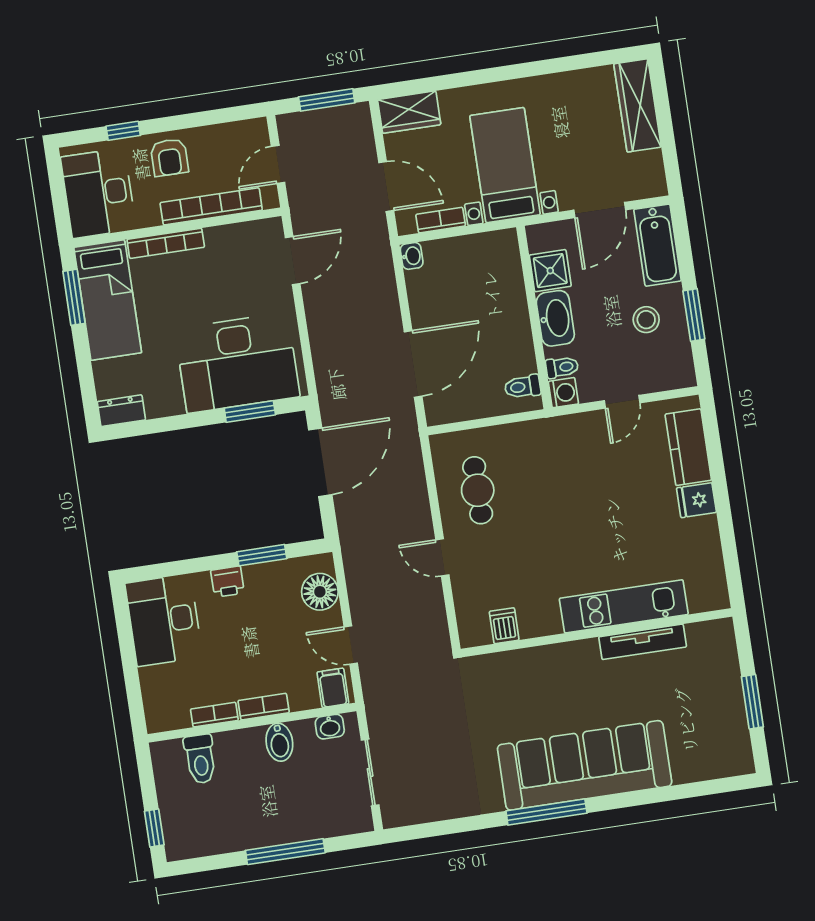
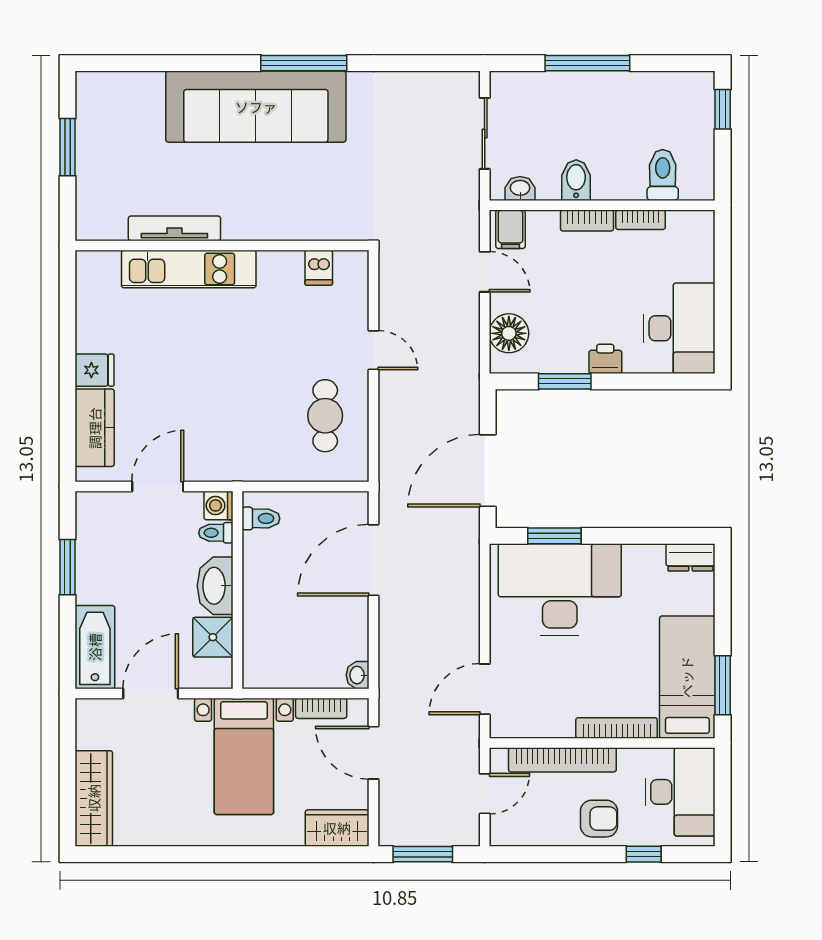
armchair: (169, 157) -> (599, 819), turned 90
stool: (646, 320) -> (119, 570), removed
door: (622, 402) -> (158, 486), width x1.38

